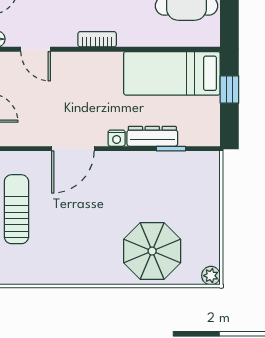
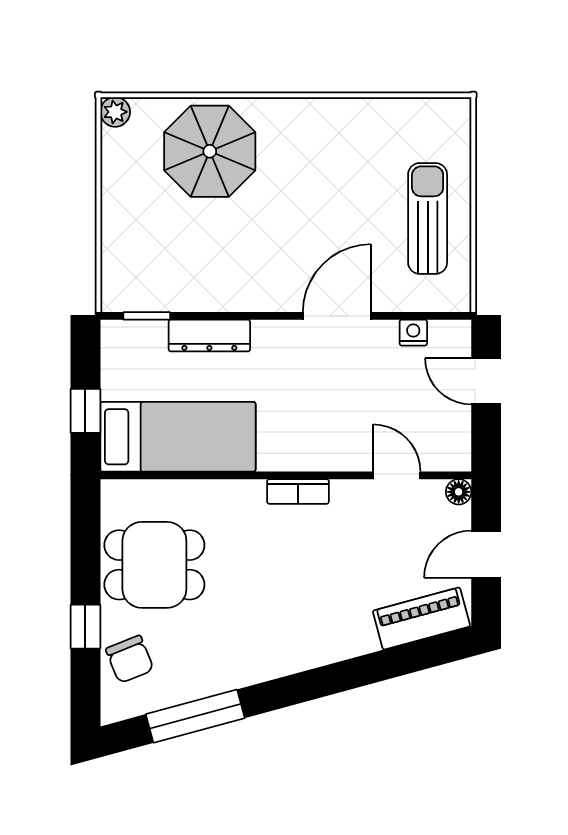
nightstand: (117, 138) -> (413, 333), moved
window: (171, 149) -> (147, 316), moved
sun lounger: (16, 209) -> (428, 218), turned 180

